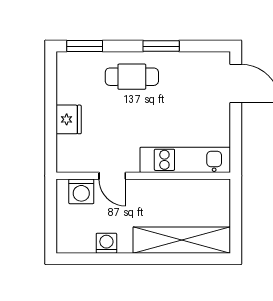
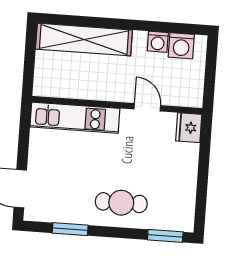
window: (161, 46) -> (70, 229), moved
fridge: (69, 119) -> (189, 128), moved
washing machine: (81, 191) -> (181, 46), moved, turned 180

